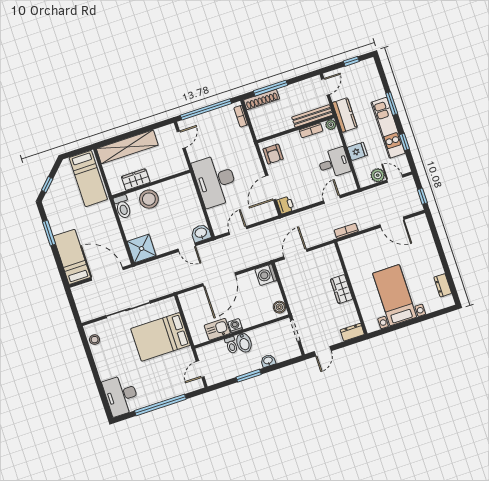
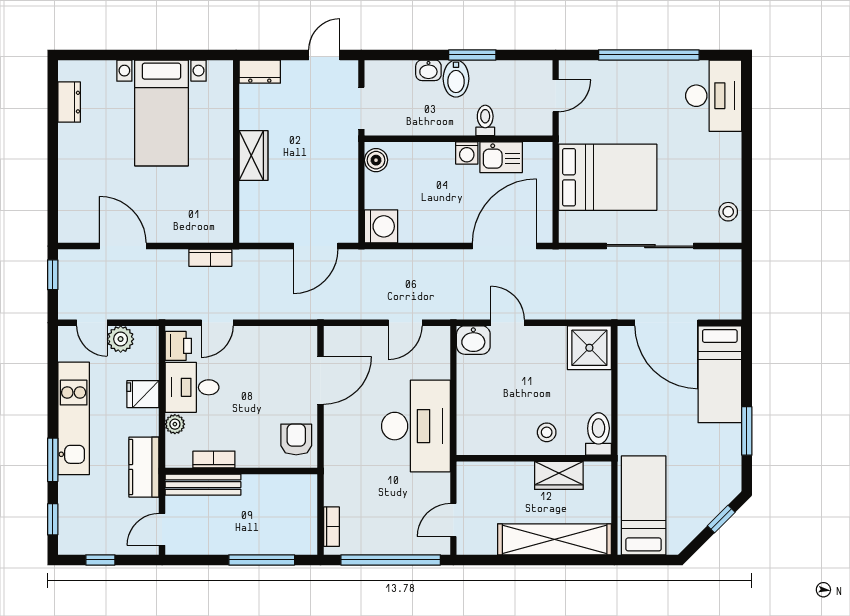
shoe rack: (262, 99) -> (285, 545), removed
plant: (331, 125) -> (175, 424), moved
window: (404, 142) -> (53, 519), moved
stool: (149, 199) -> (547, 432), width x0.53, depth x0.53
printer: (286, 205) -> (178, 346), moved, turned 180
door: (219, 279) -> (504, 246), moved
bidet: (244, 343) -> (456, 79), moved, turned 180

